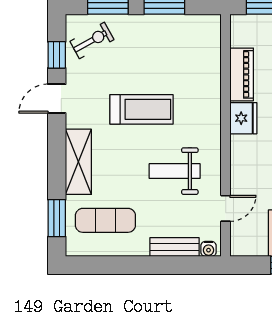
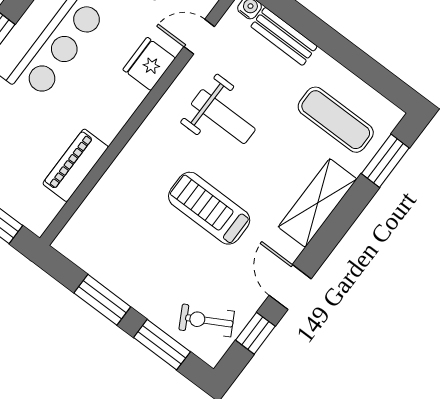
door: (57, 99) -> (290, 287), swing flipped
fridge: (243, 118) -> (149, 64), moved

